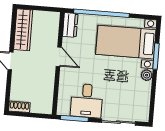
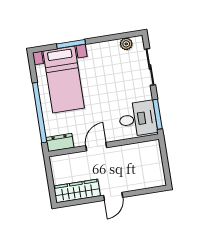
plant: (147, 75) -> (126, 44), moved
desk: (87, 101) -> (138, 119), moved
shoe rack: (19, 107) -> (159, 175), removed

